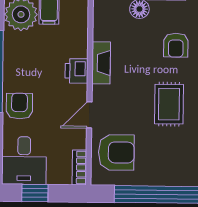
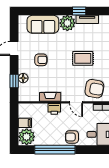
rug: (169, 104) -> (83, 58), moved
armchair: (116, 152) -> (94, 89), turned 100

